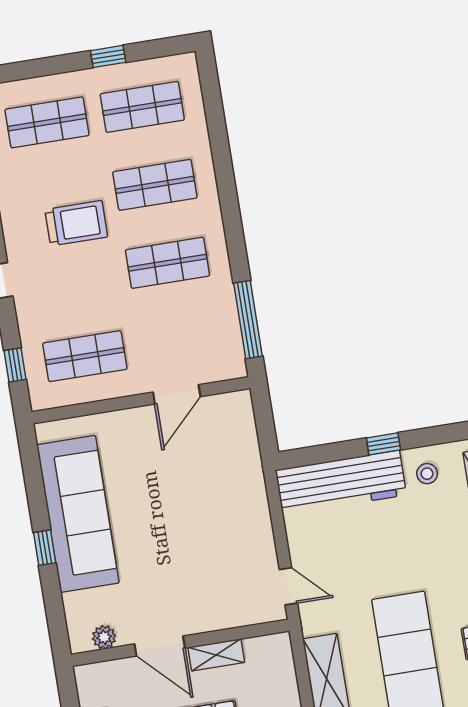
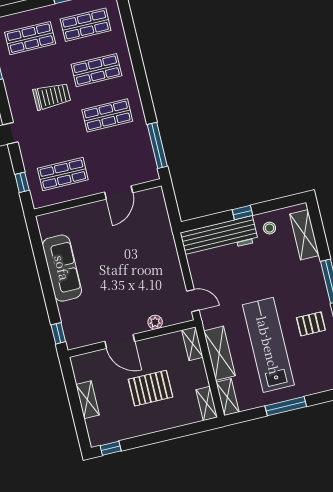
sofa: (78, 514) -> (62, 268), width x0.74, depth x0.79
window: (45, 548) -> (58, 333), moved
plant: (104, 637) -> (155, 322), moved
shelving: (216, 655) -> (192, 344), moved, turned 90

